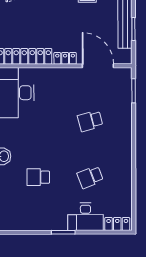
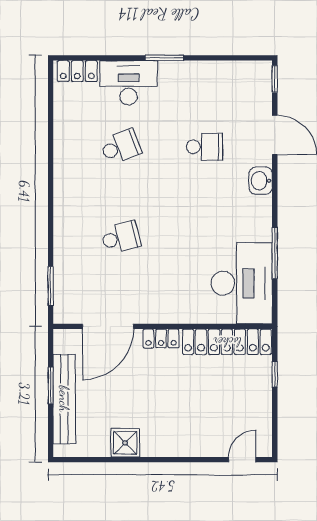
door: (98, 66) -> (108, 326), hinge flipped

